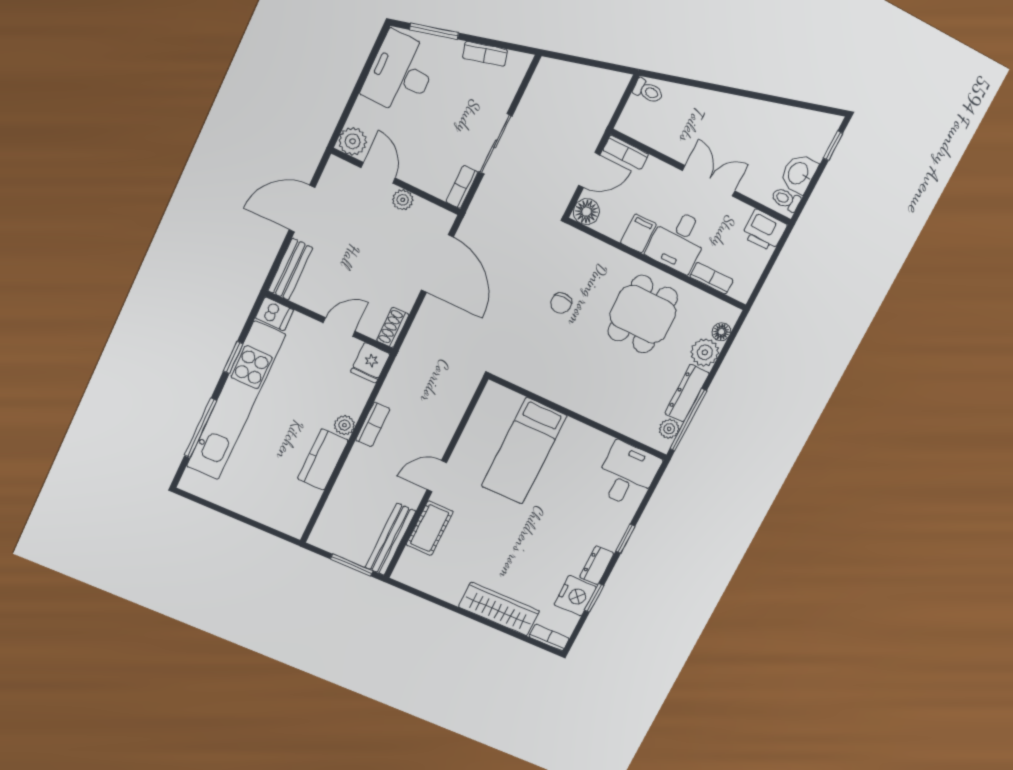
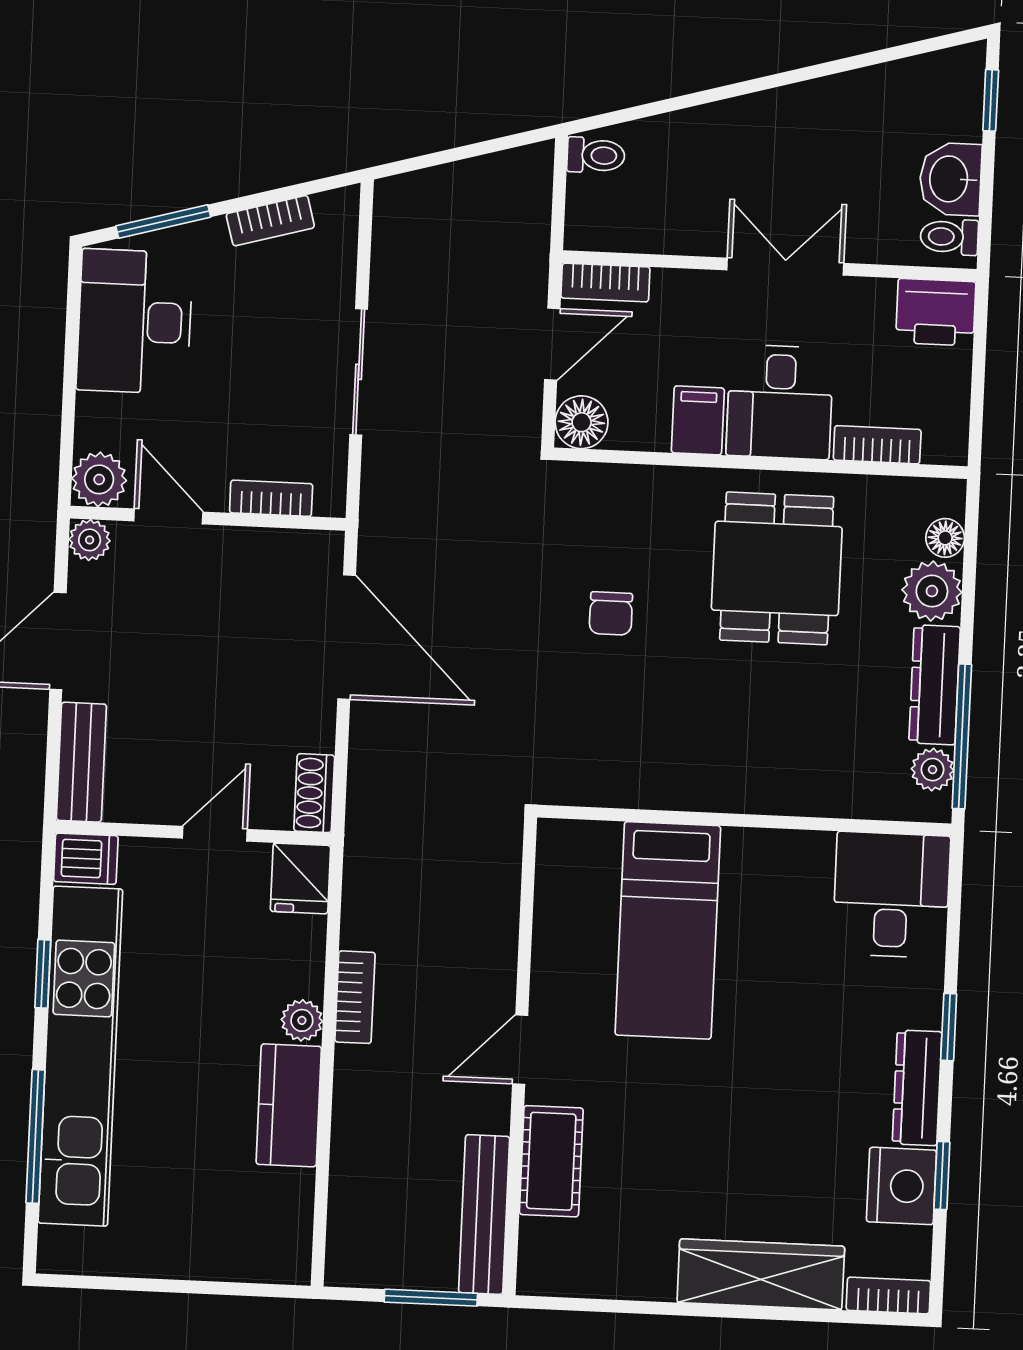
bookcase: (462, 187) -> (271, 498), moved, turned 90
plant: (403, 200) -> (90, 540), moved
dresser: (597, 565) -> (917, 1088), width x1.44

